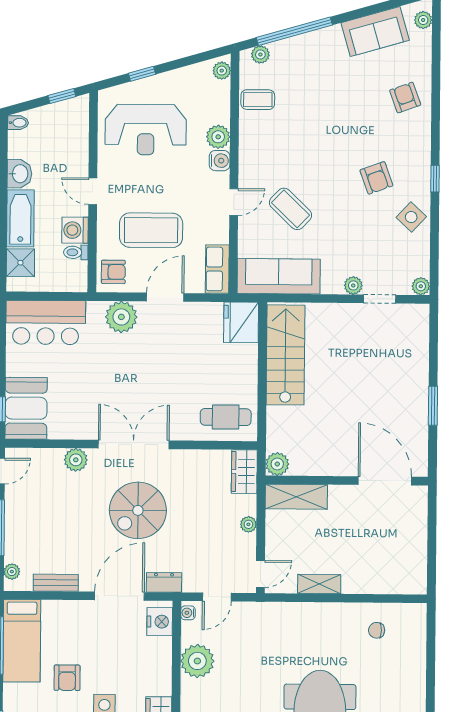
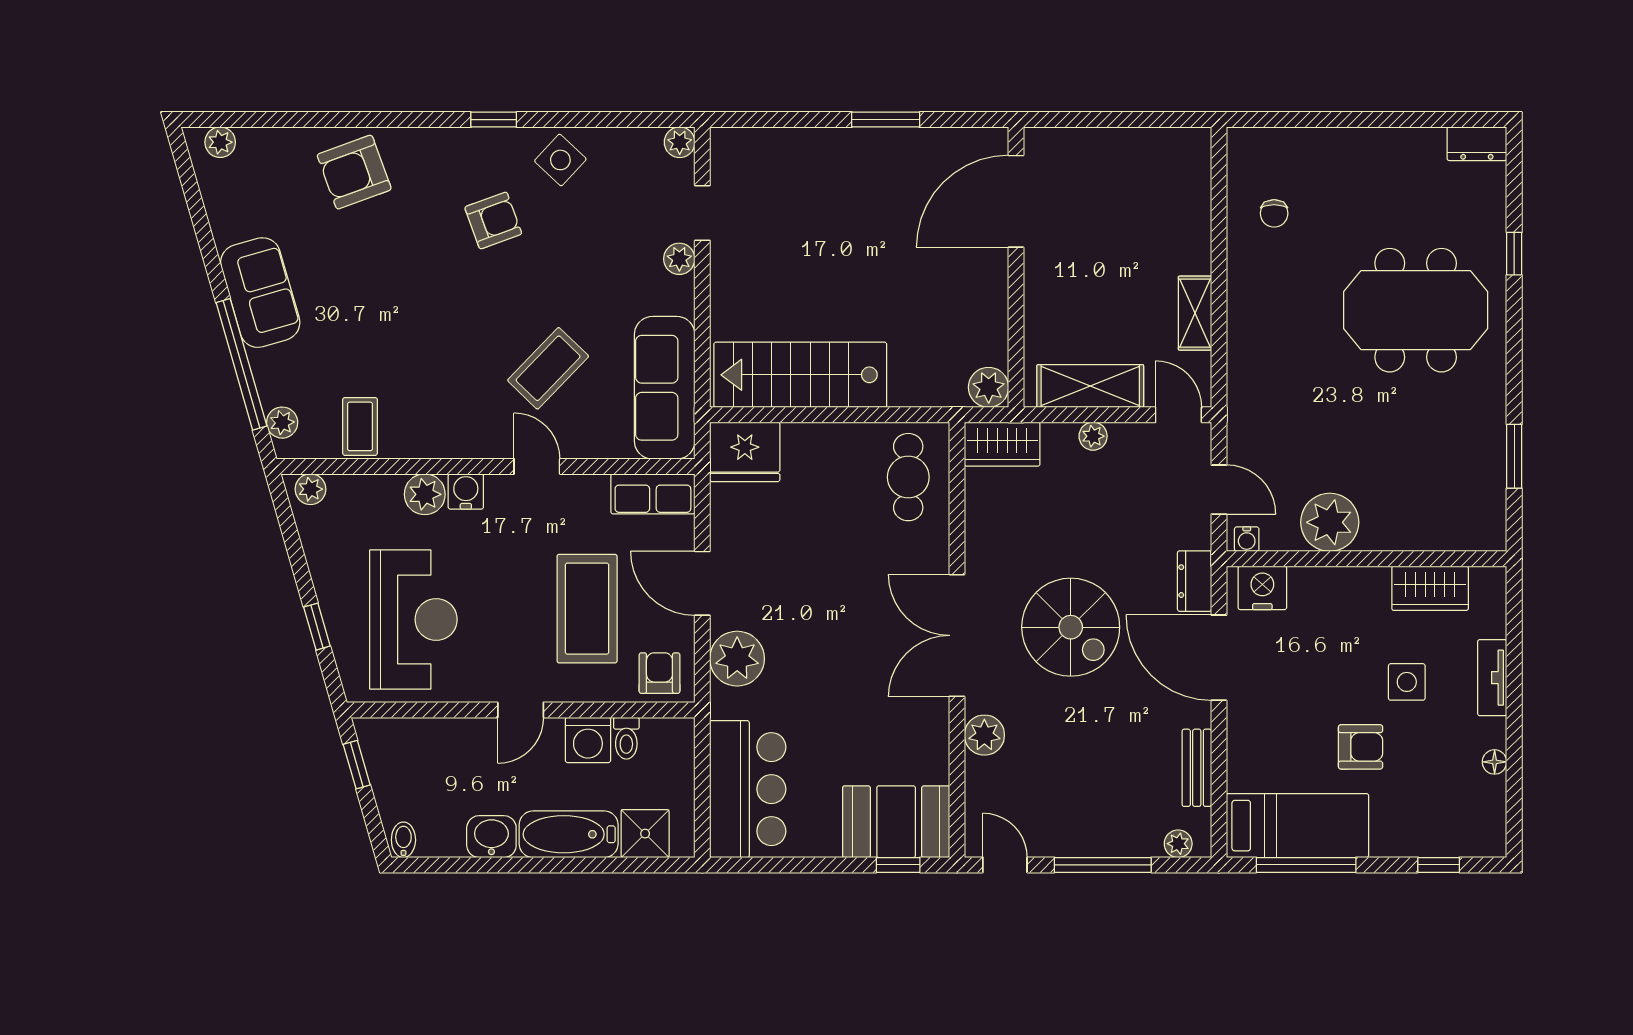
sofa: (375, 32) -> (260, 293), moved
armchair: (405, 98) -> (354, 172), width x1.38, depth x1.38
shelving: (296, 497) -> (1090, 386), moved, turned 90

